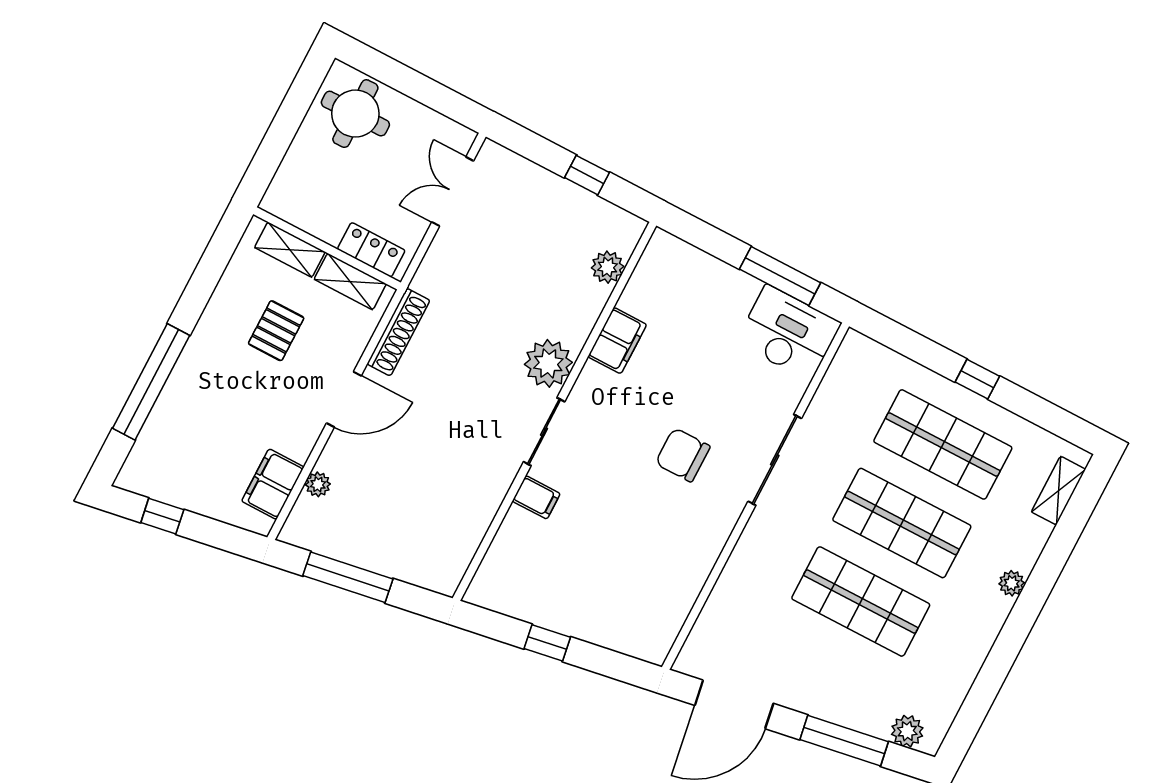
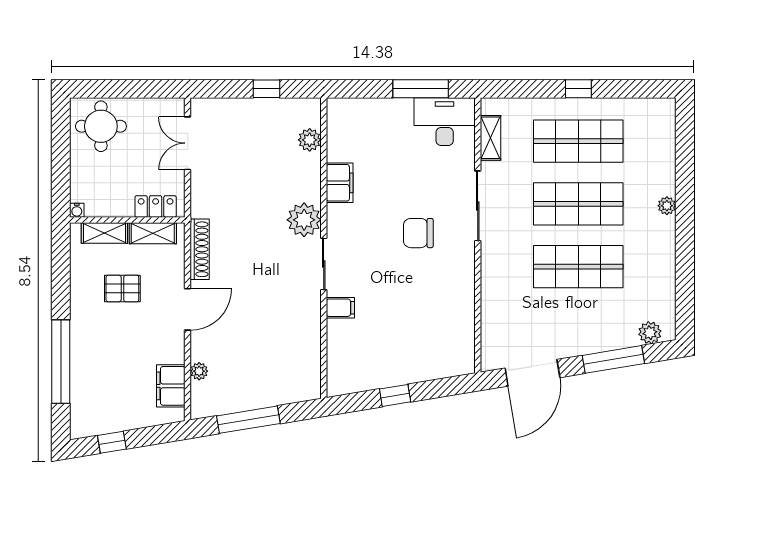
water cooler: (270, 203) -> (77, 210), added
pallet: (276, 331) -> (122, 288), turned 90
shelving: (1058, 491) -> (491, 138), moved

